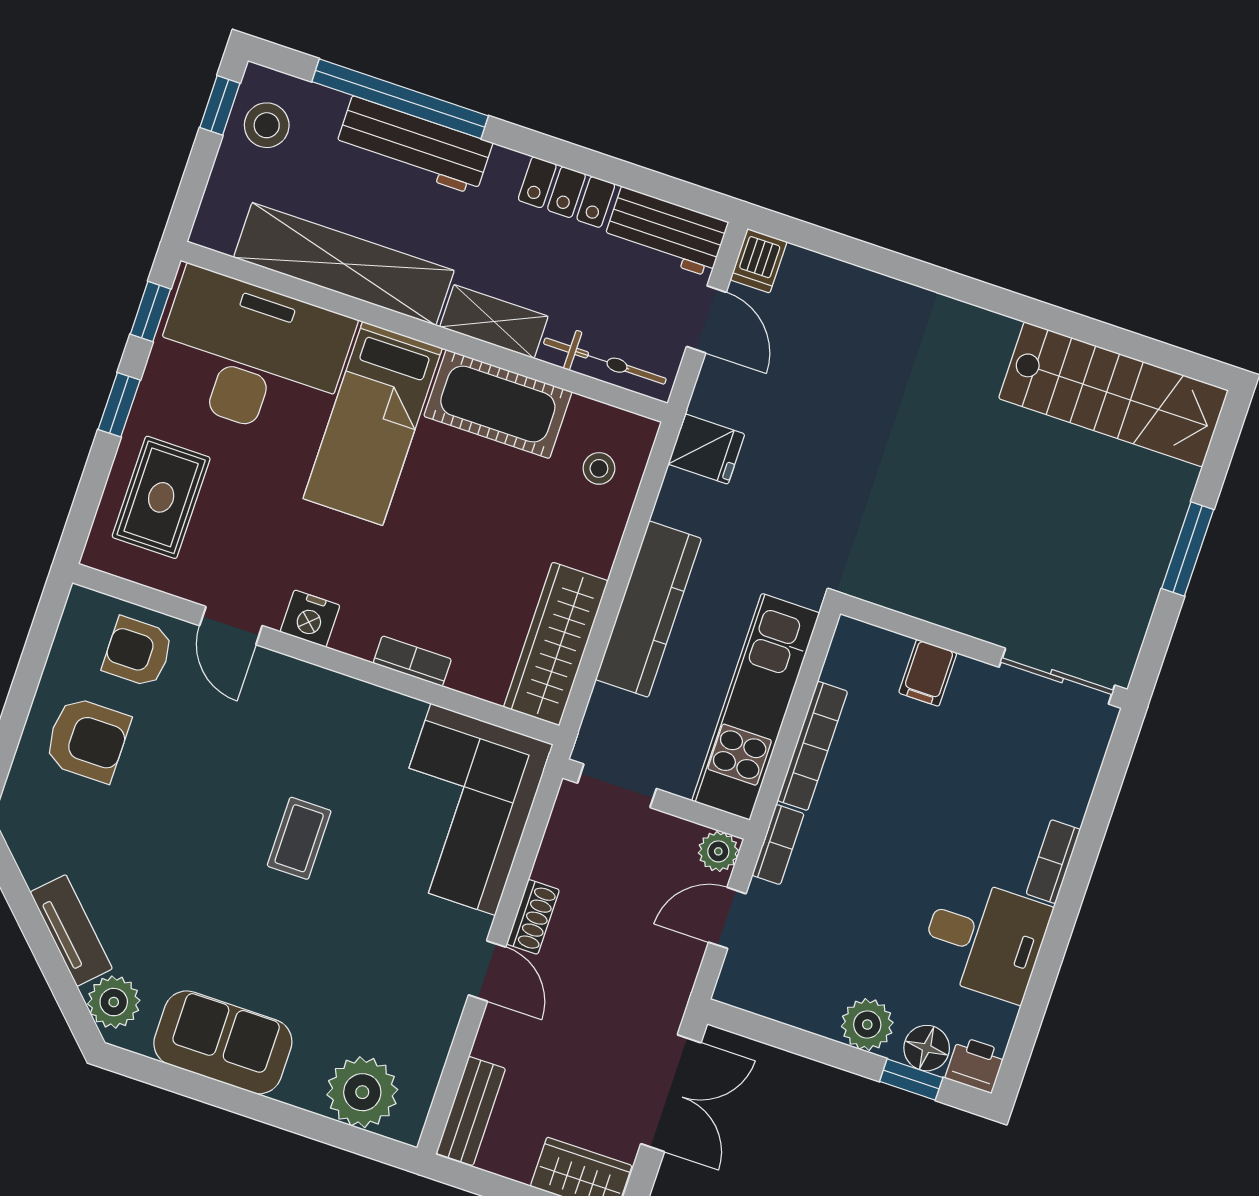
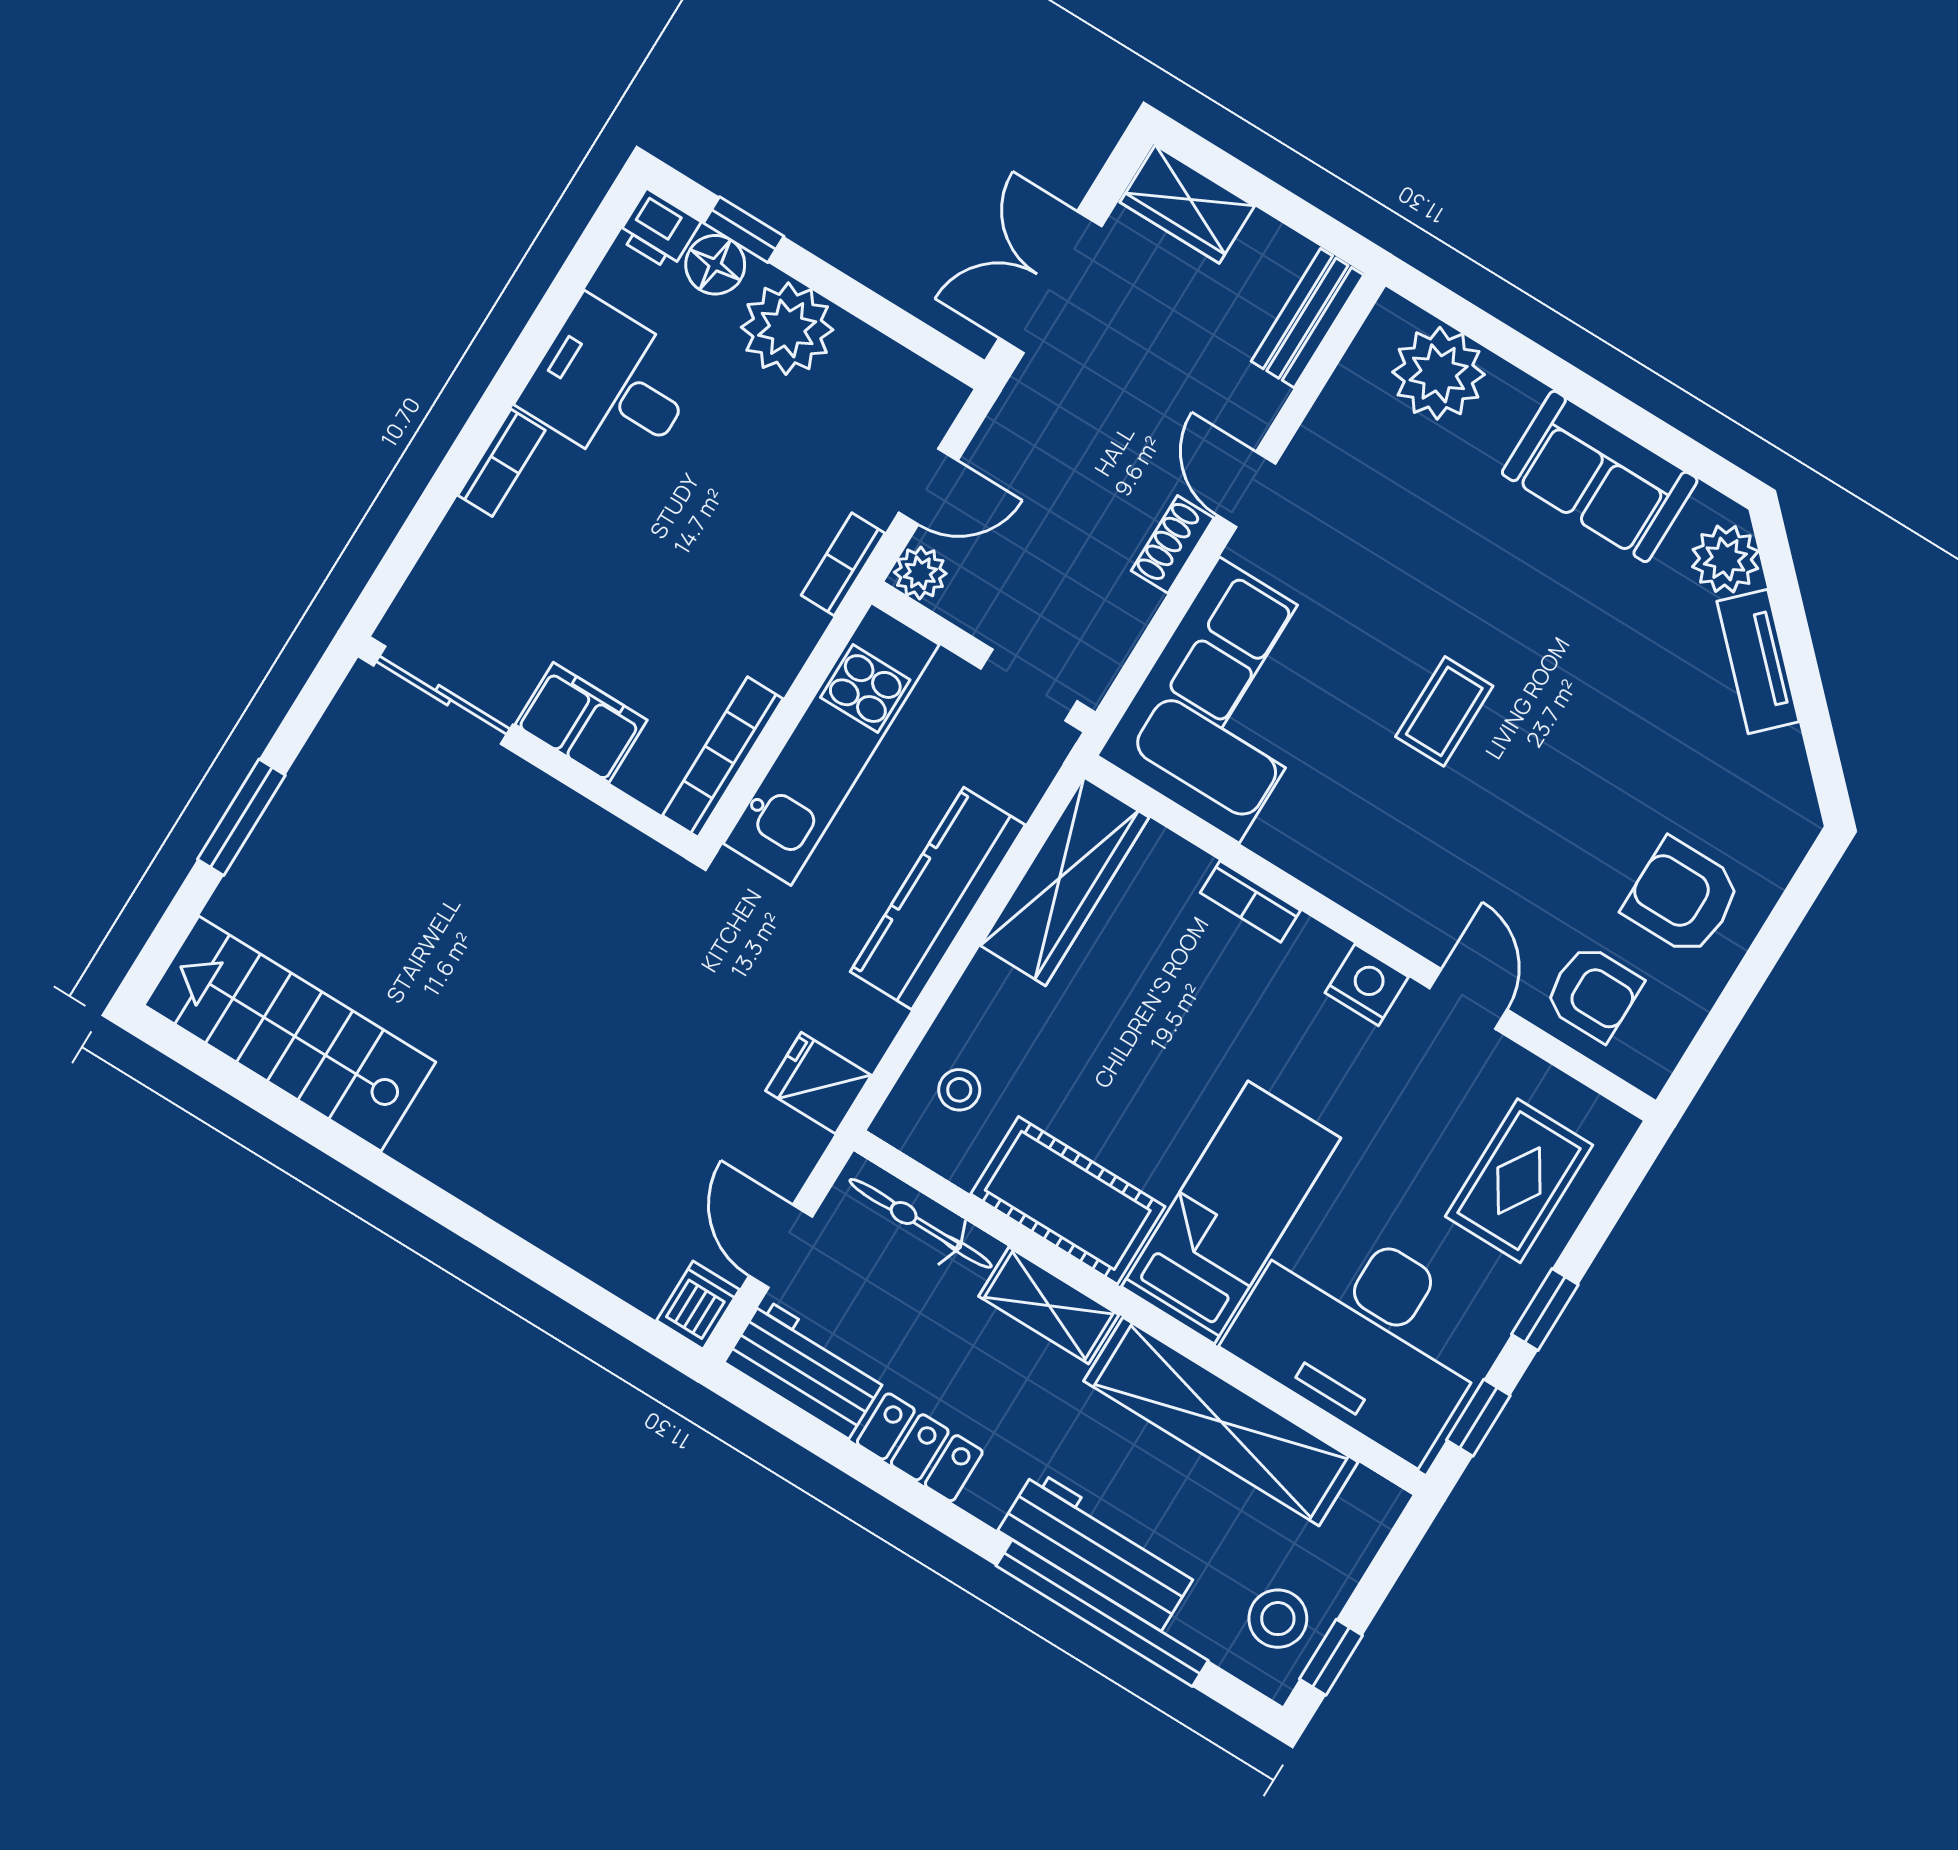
filing cabinet: (928, 673) -> (581, 722), width x2.00
bookcase: (812, 746) -> (723, 757), moved
plant: (867, 1025) -> (787, 329), width x1.36, depth x1.36

